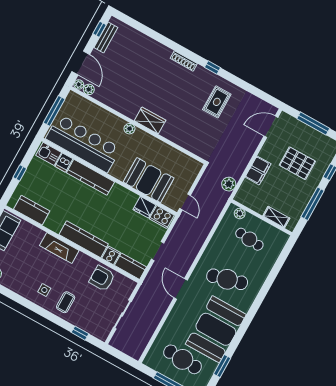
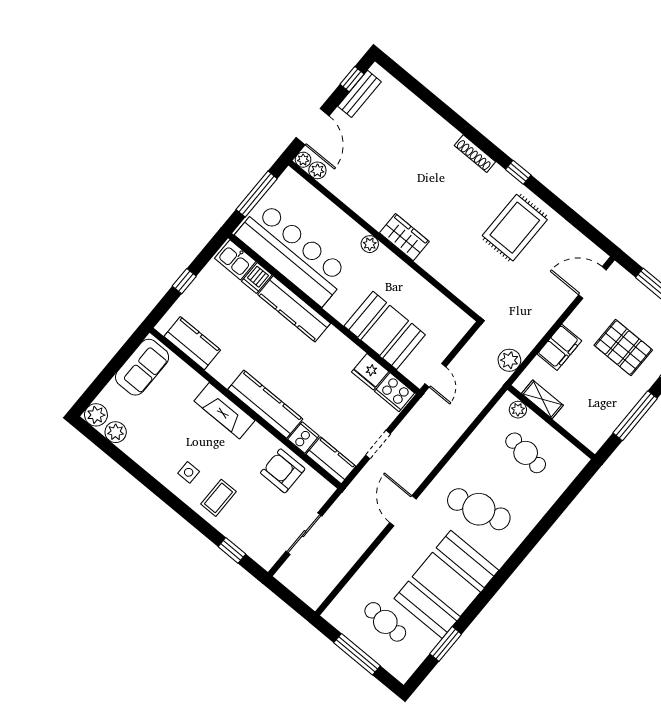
rug: (217, 102) -> (515, 228), width x1.36, depth x1.43
shelving: (276, 217) -> (542, 399), moved
cafe table: (183, 359) -> (385, 622), width x0.73, depth x0.74

